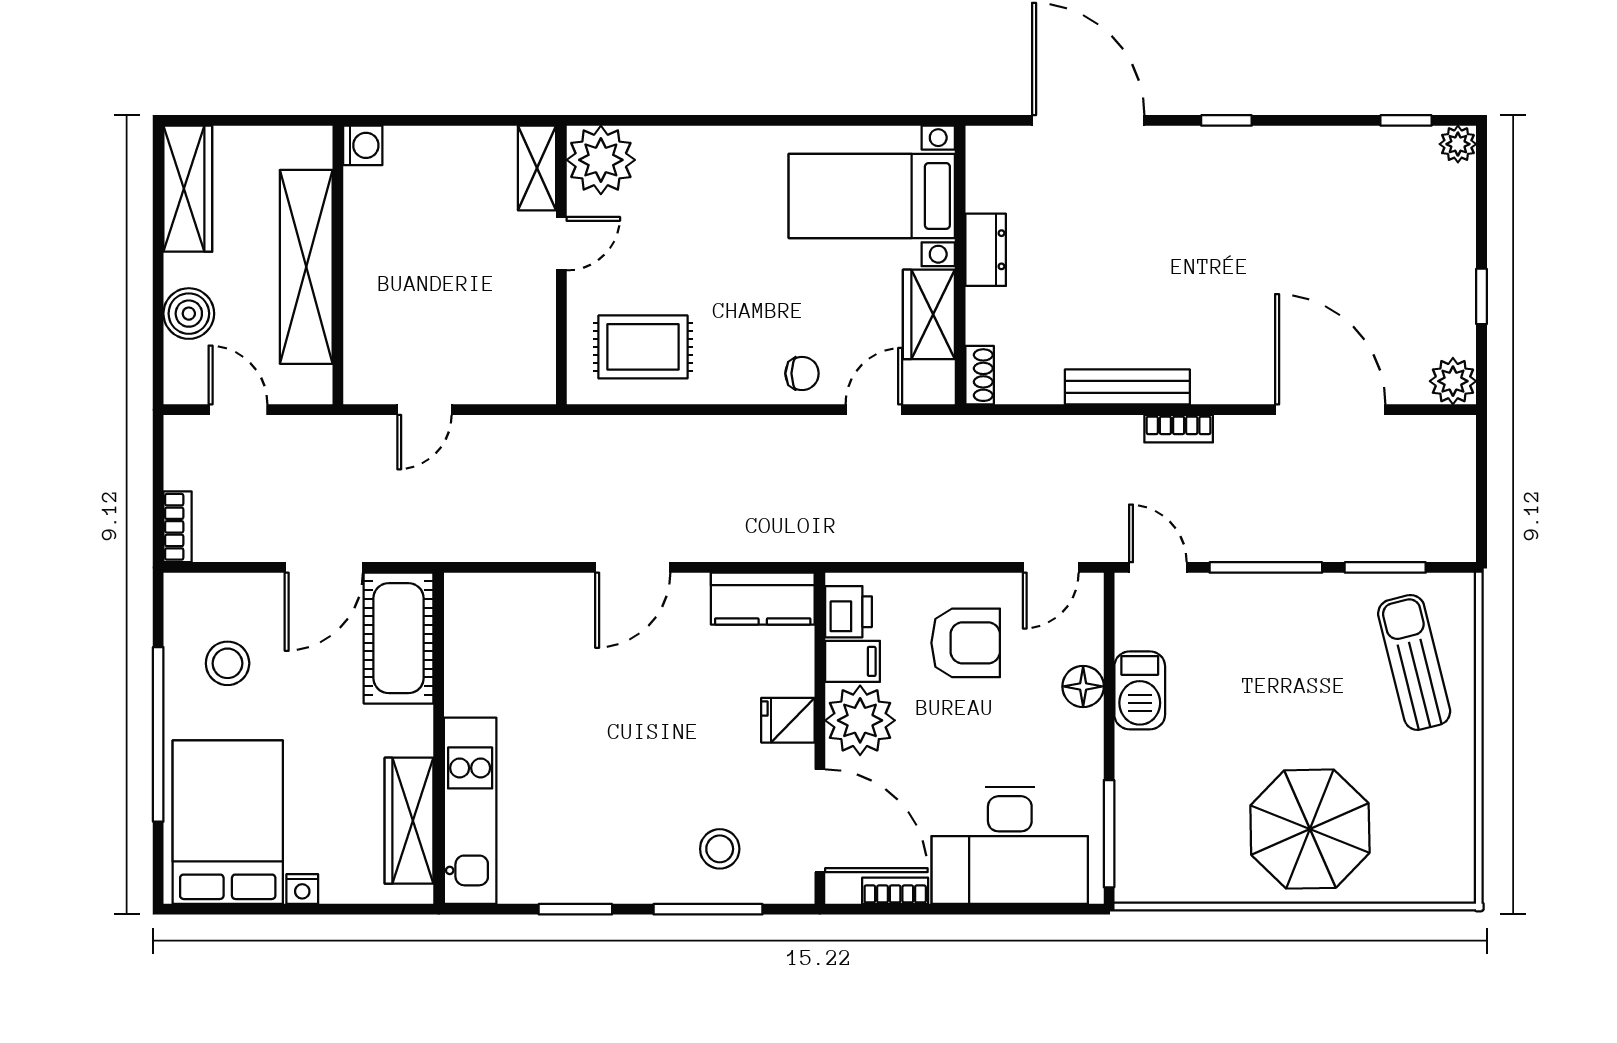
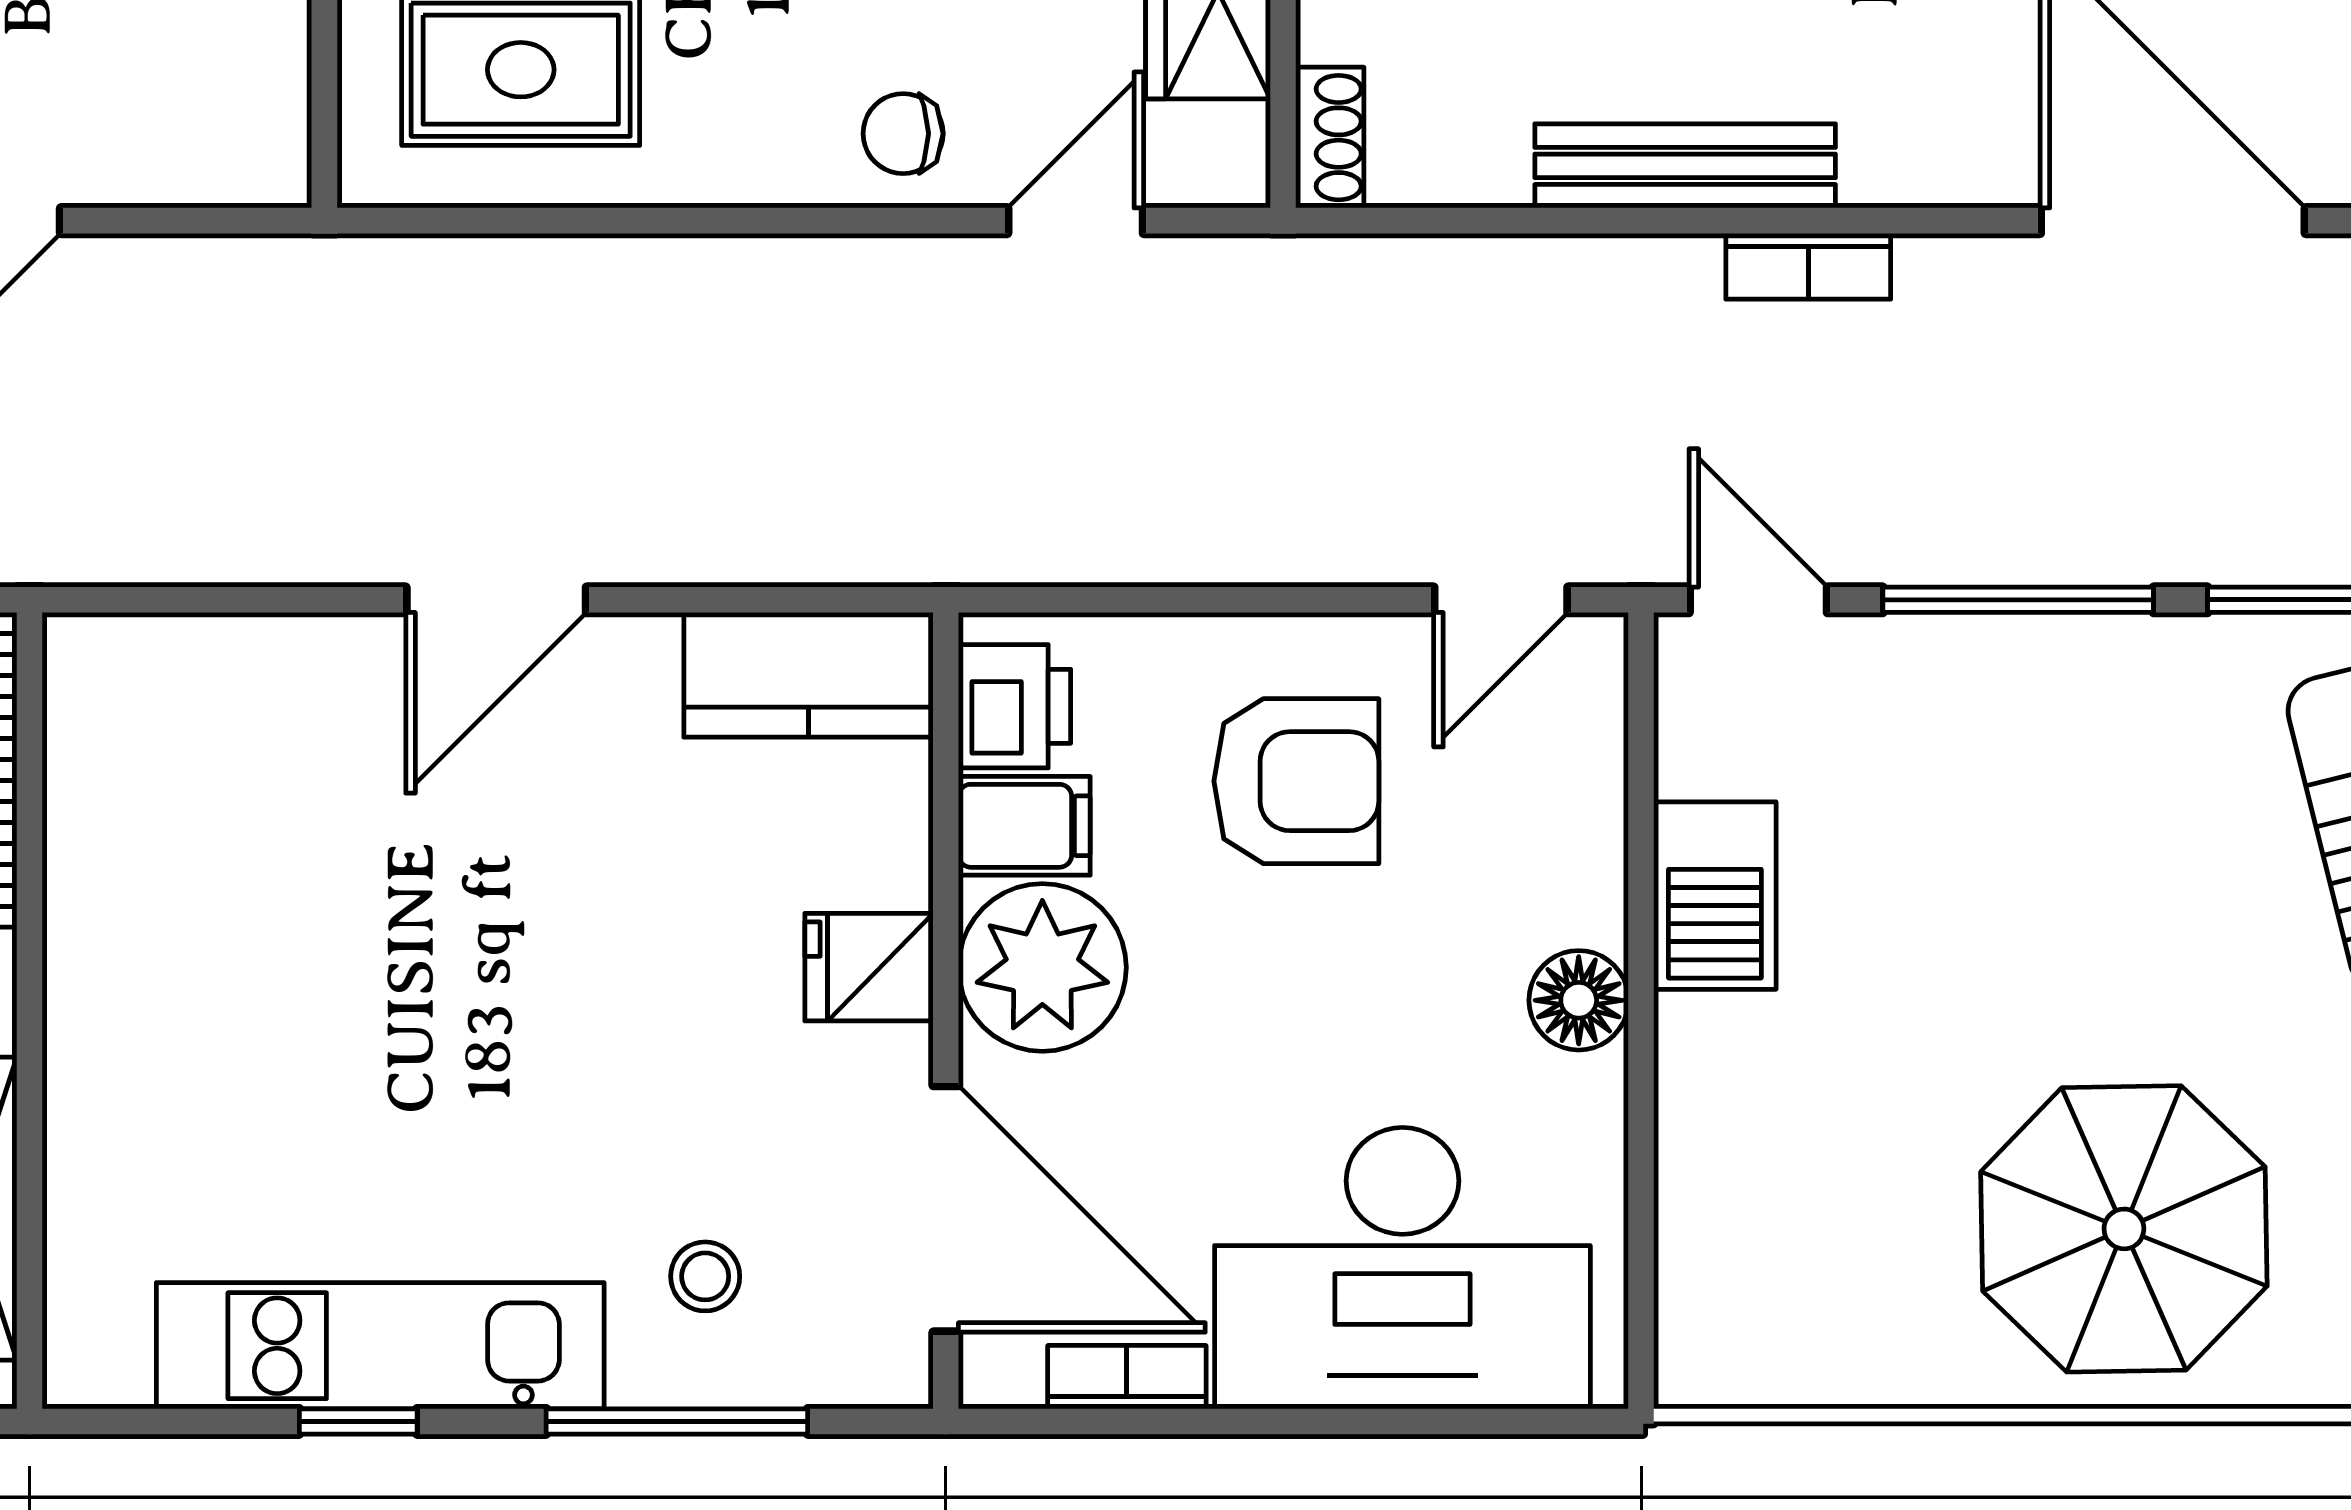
chair: (802, 373) -> (903, 134), turned 180
floor lamp: (1083, 686) -> (1579, 1000), moved
kitchen unit: (470, 811) -> (380, 1346), moved, turned -90
window: (1109, 834) -> (1641, 1240), removed
stool: (720, 849) -> (705, 1276), width x0.73, depth x0.73
window: (575, 909) -> (358, 1421), width x0.67

